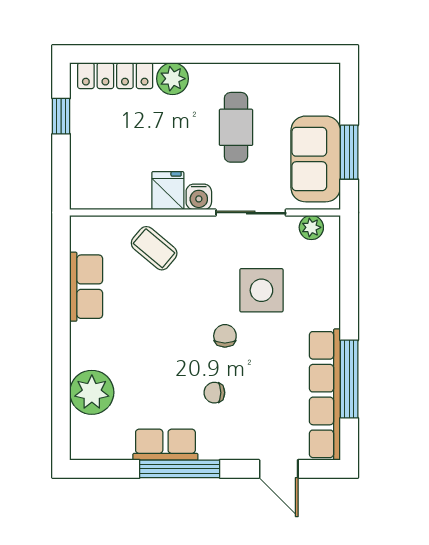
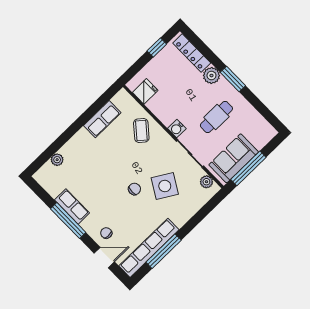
window: (206, 54) -> (233, 79), added
window: (349, 152) -> (248, 168), width x1.44
fridge: (168, 191) -> (145, 91), moved
side table: (261, 290) -> (165, 186), turned 31
plant: (92, 392) -> (57, 160), width x0.53, depth x0.53
chair: (214, 393) -> (106, 233), moved
door: (279, 469) -> (104, 258), swing flipped

